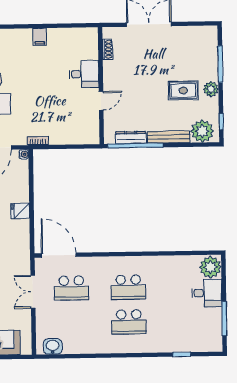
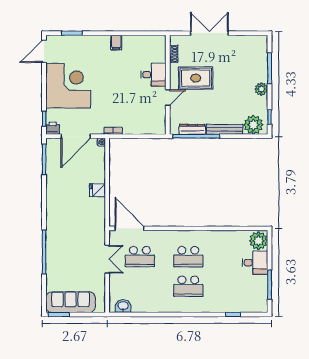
rug: (183, 90) -> (196, 78), moved, width x1.36, depth x1.43
double door: (33, 292) -> (107, 259), swing flipped

